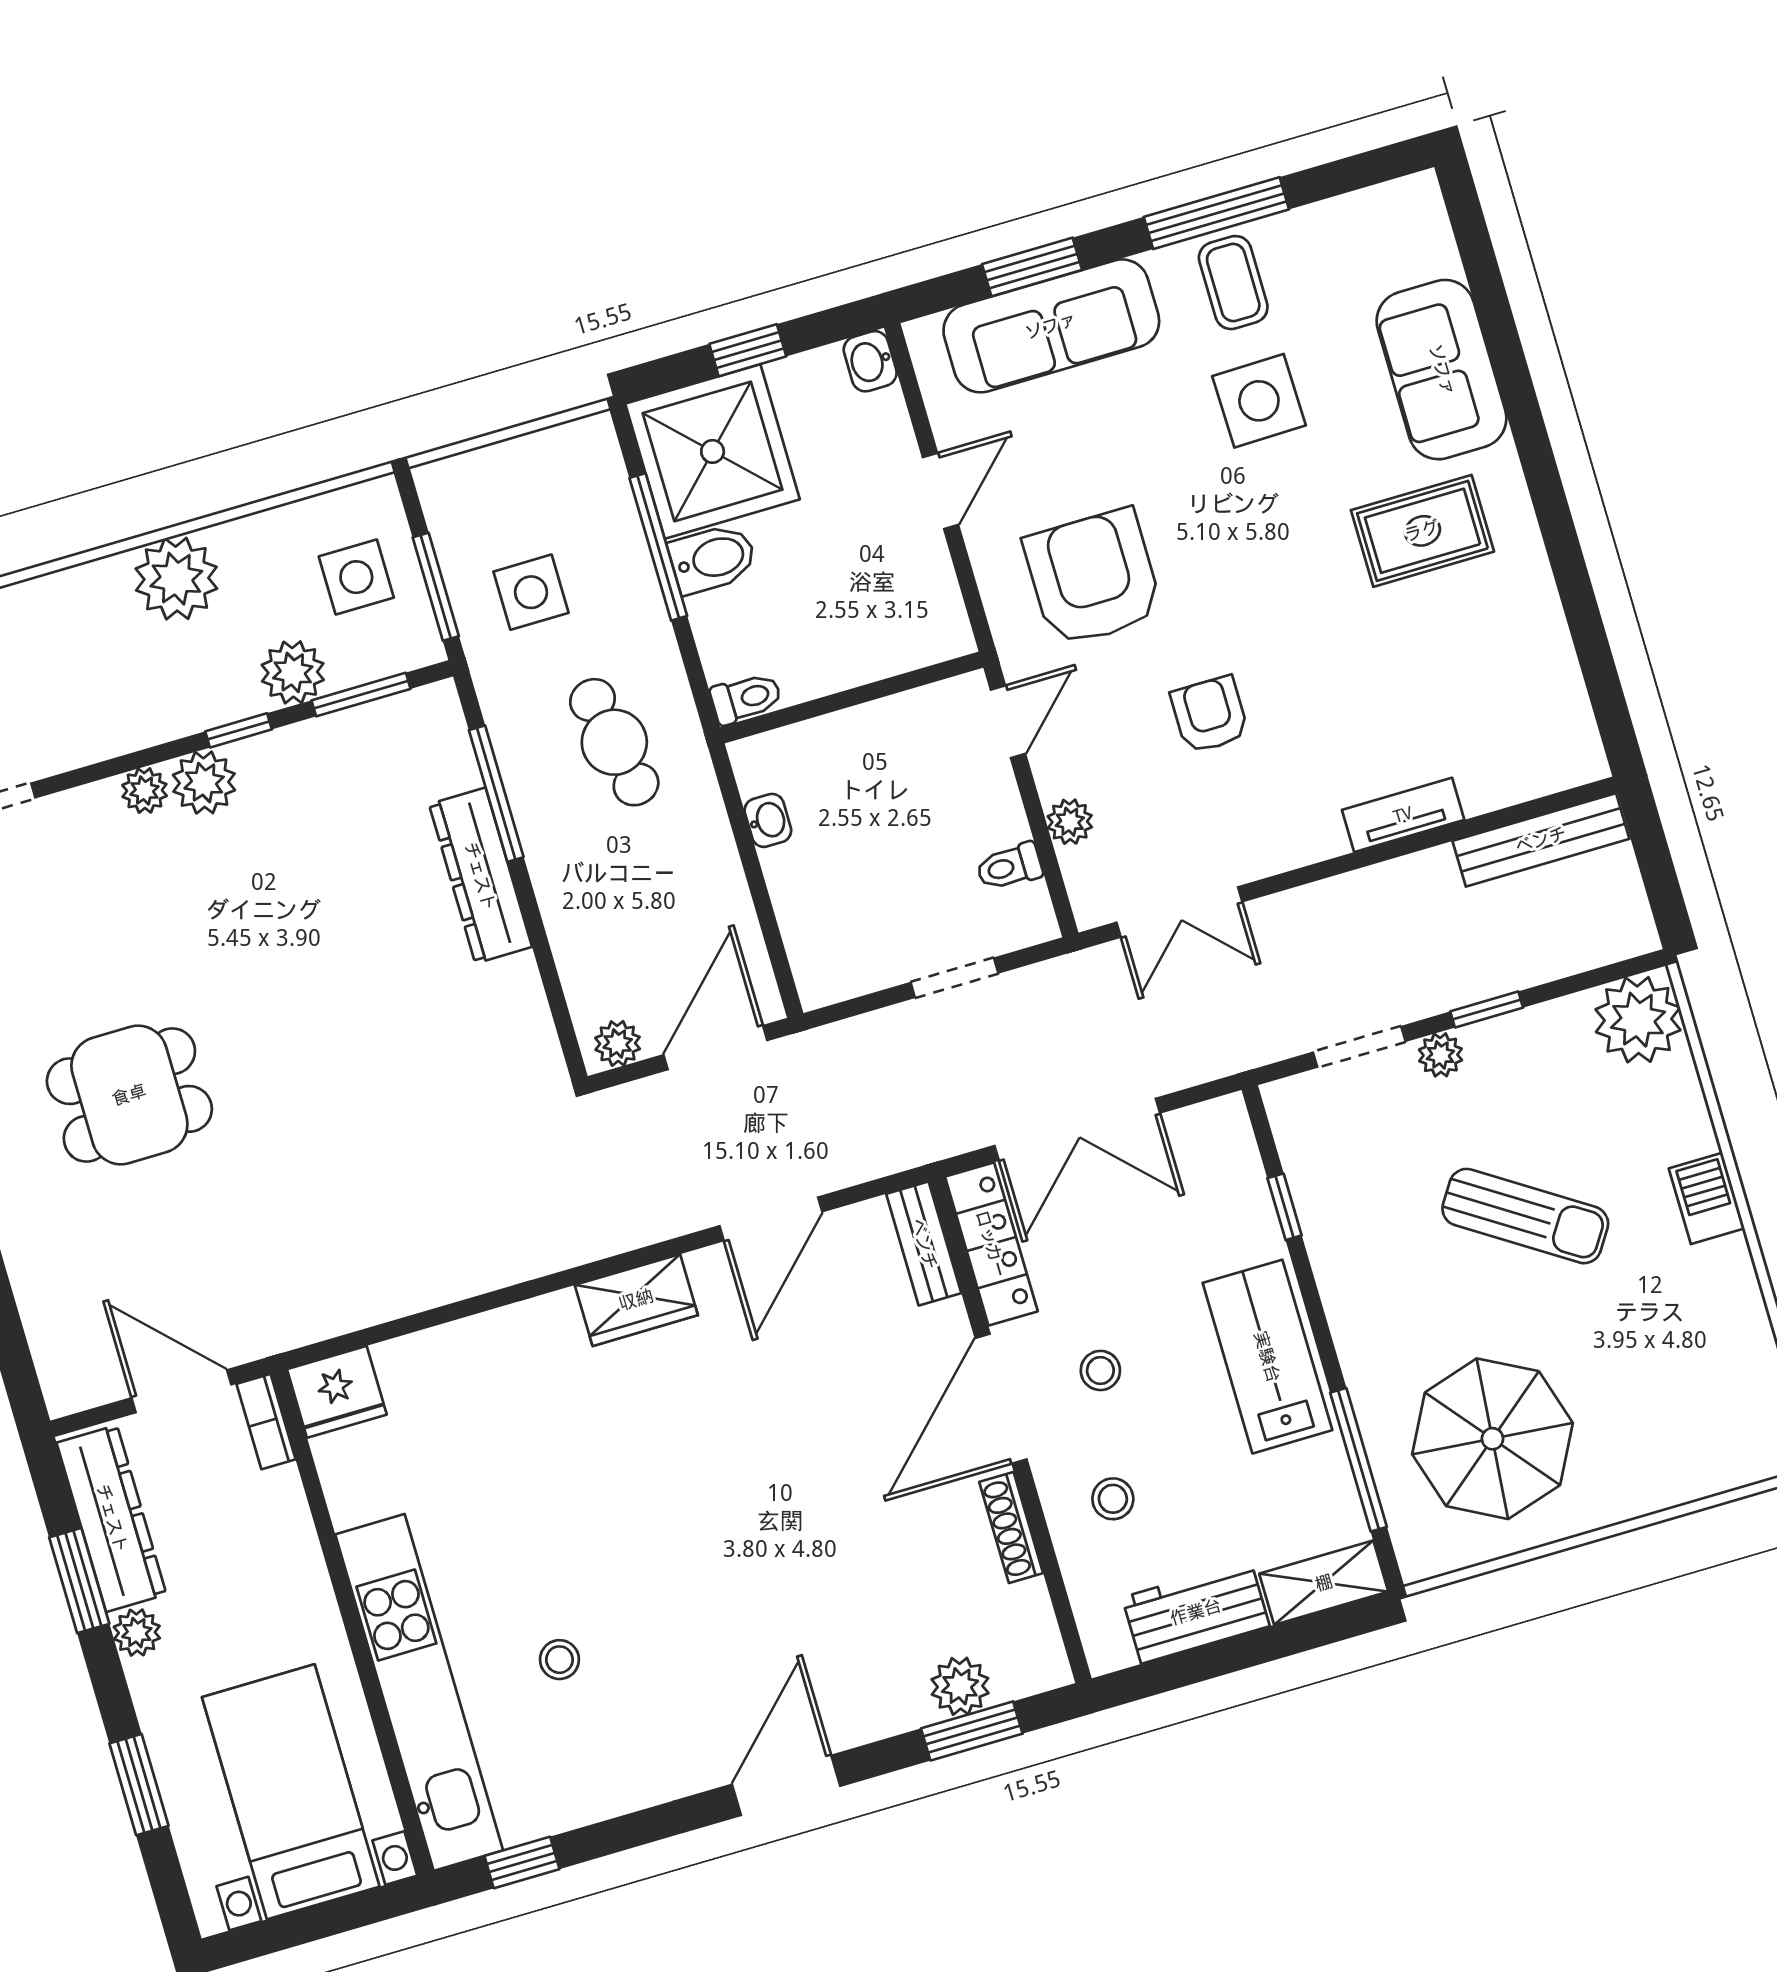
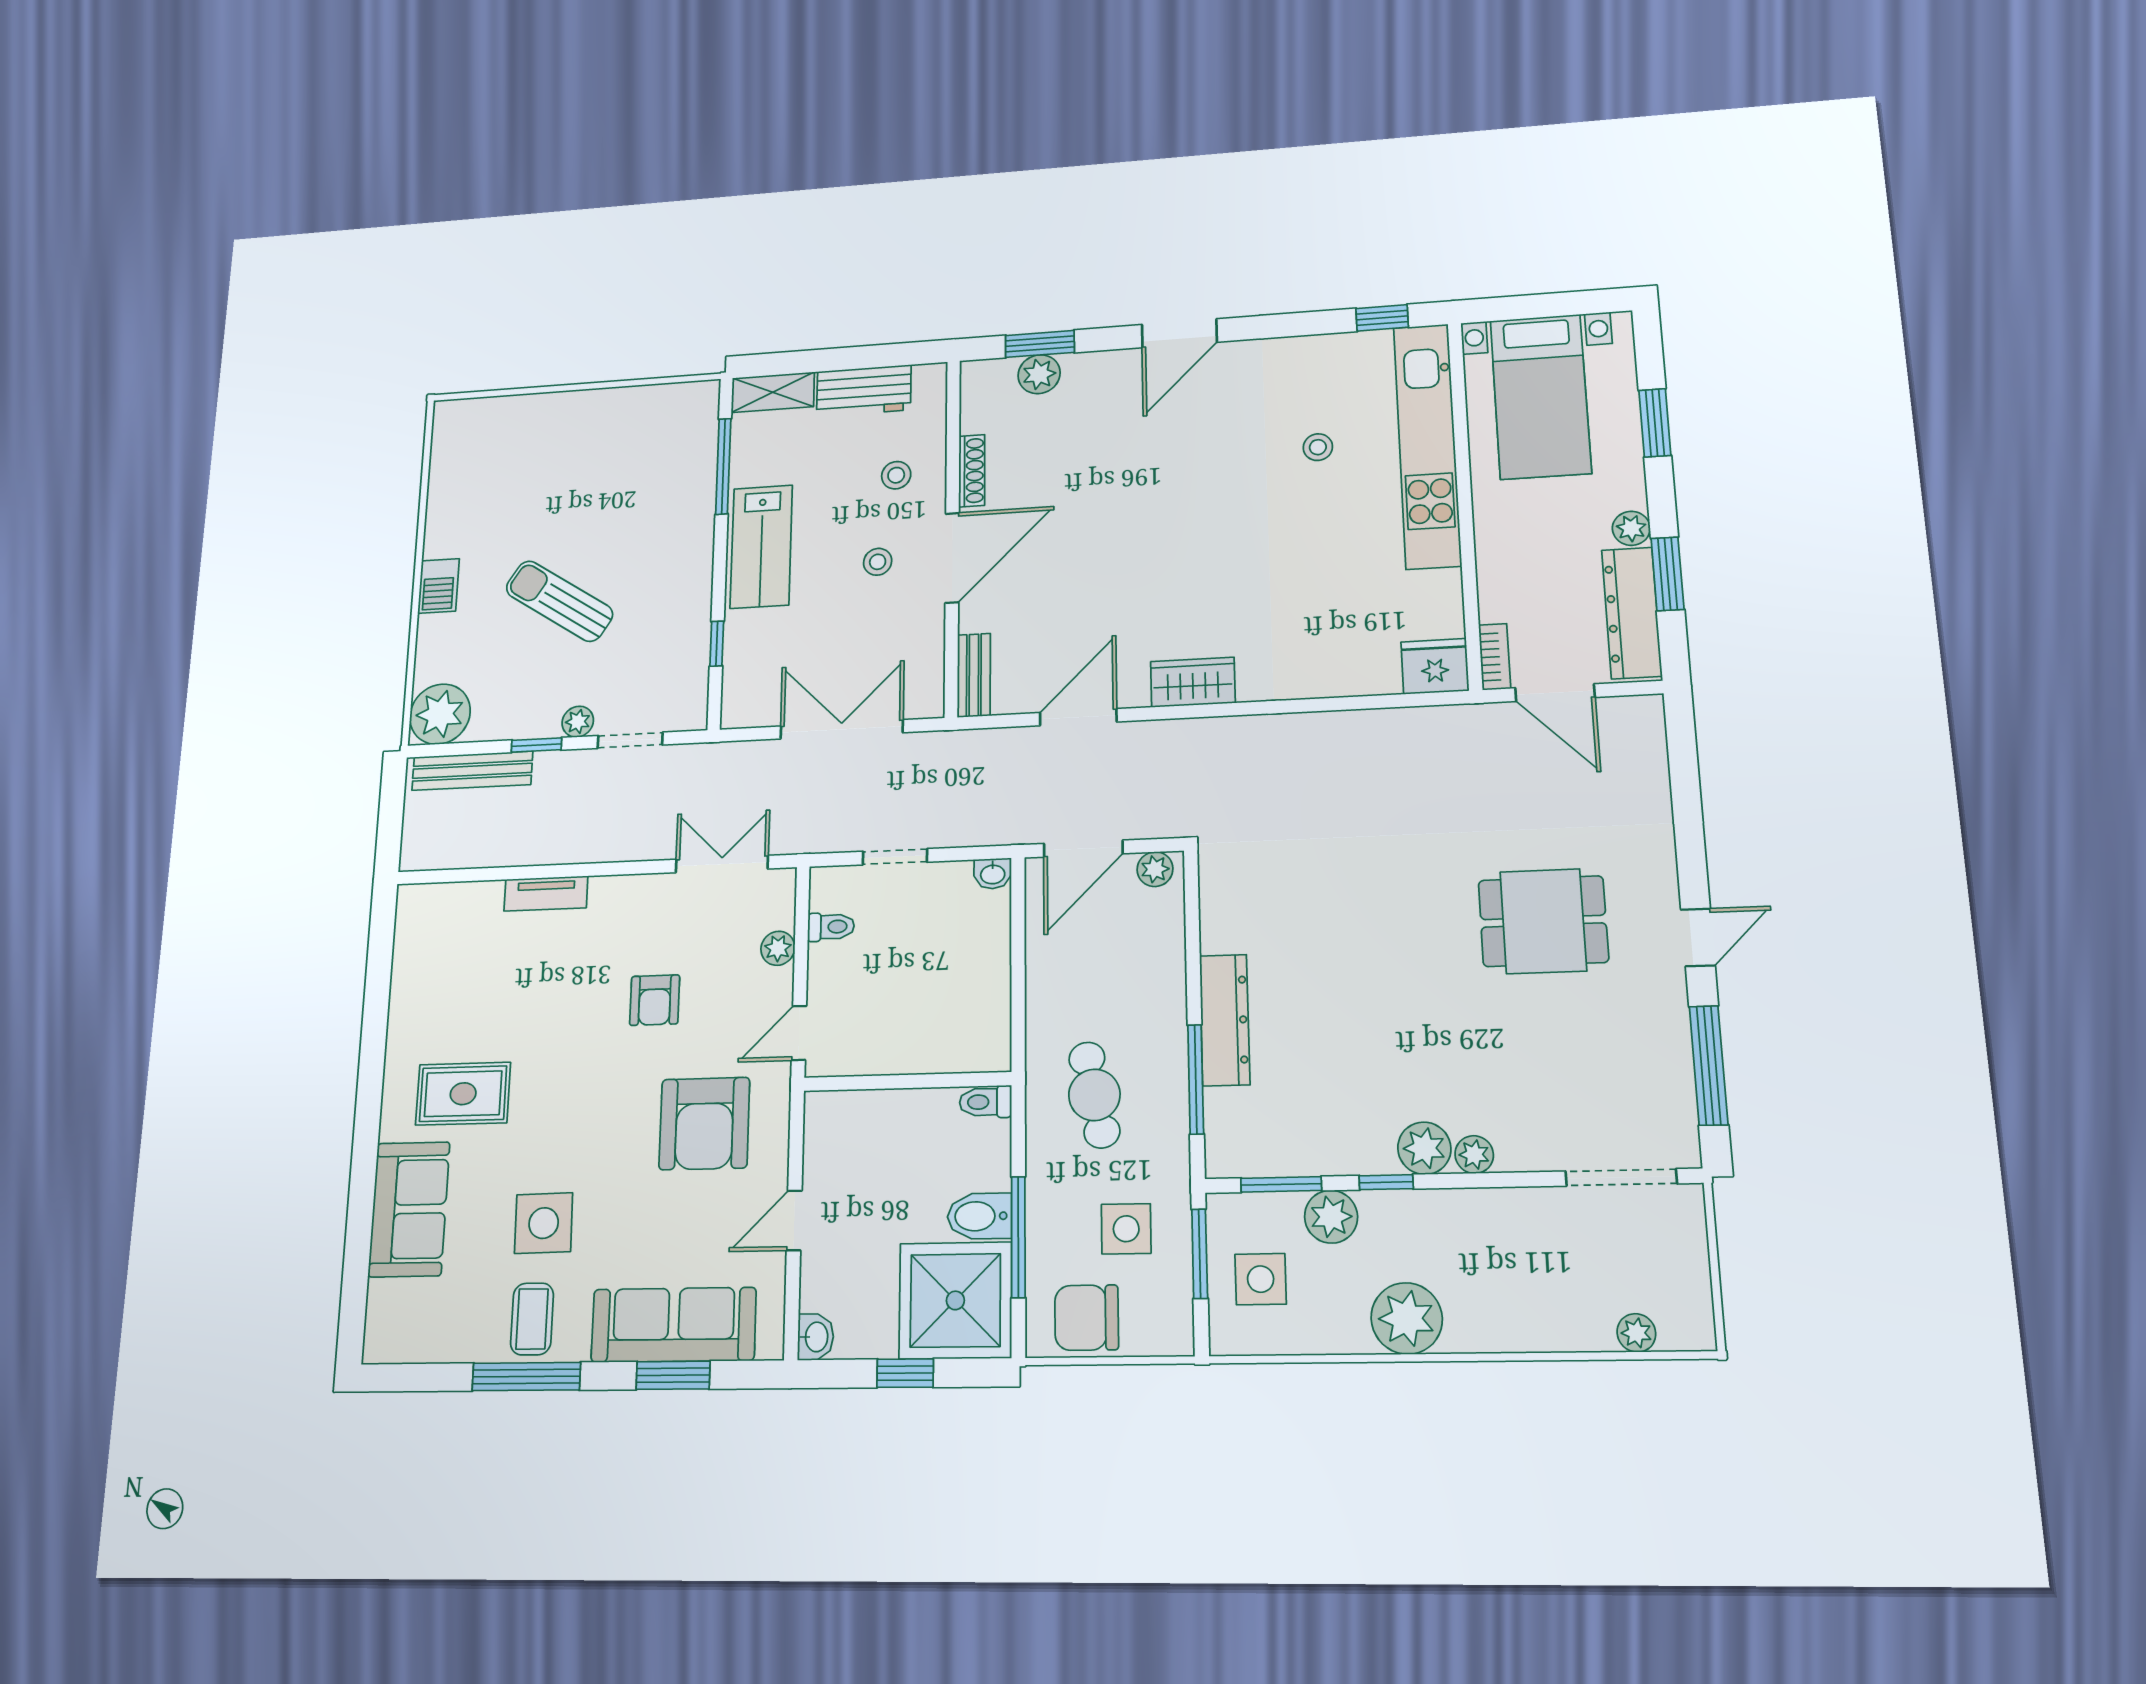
chair: (549, 475) -> (1087, 1318), added
washbasin: (768, 820) -> (993, 874), moved, turned -90
bench: (1541, 840) -> (472, 771), moved
locker: (991, 1244) -> (926, 664), removed
parasol: (1492, 1439) -> (631, 461), removed

